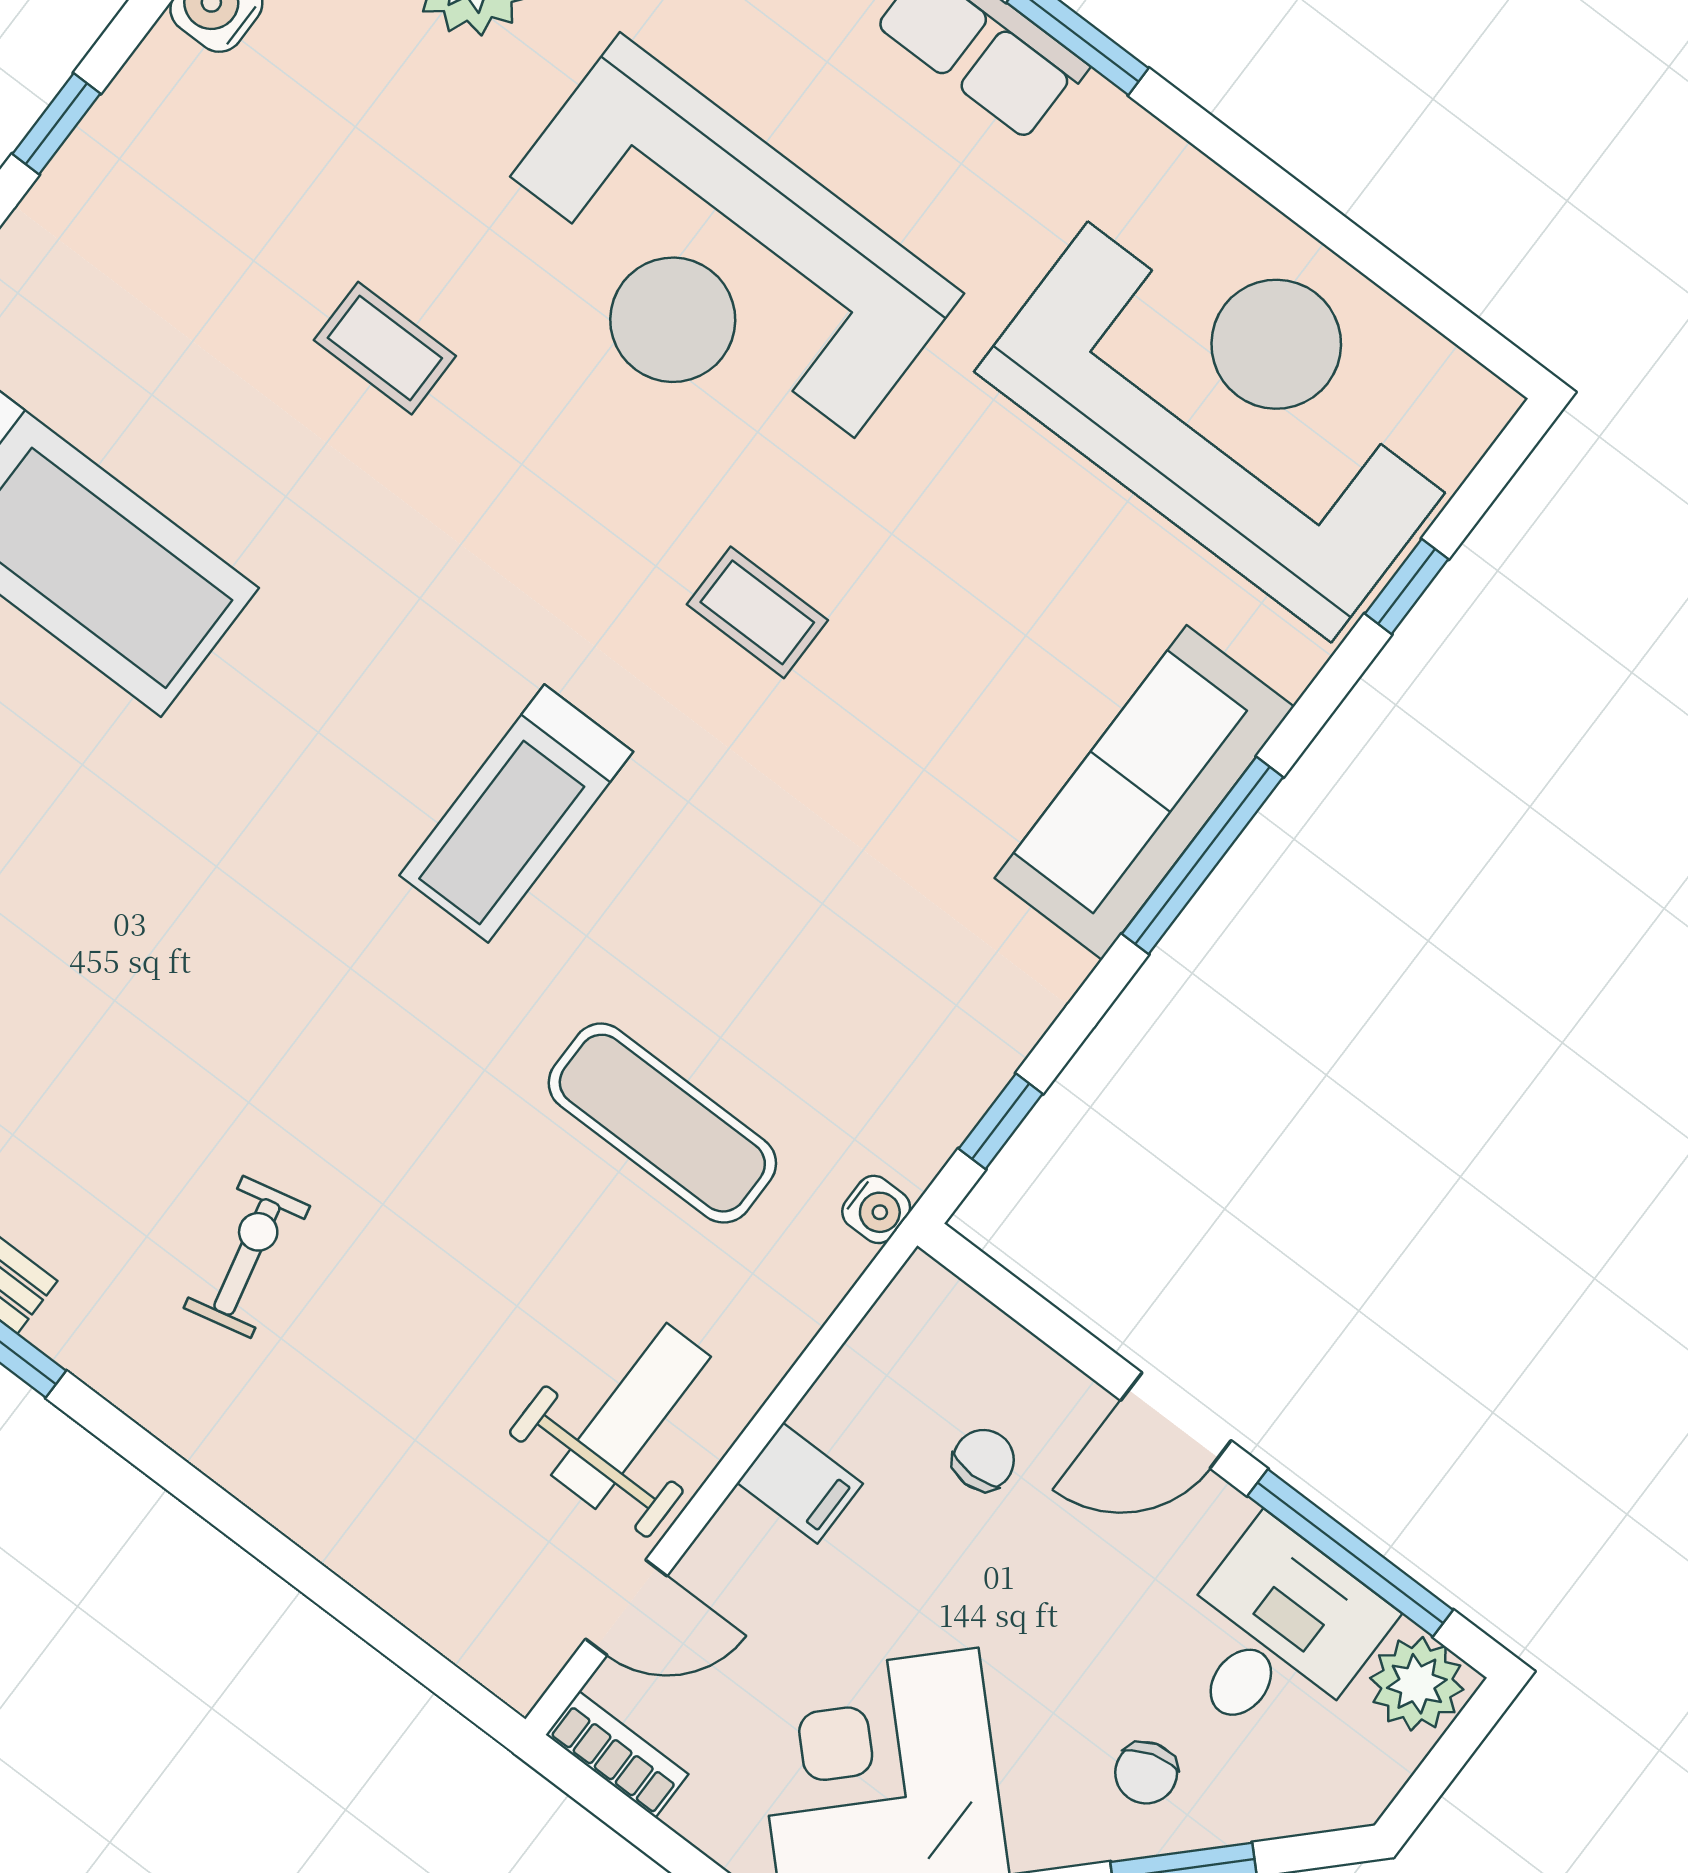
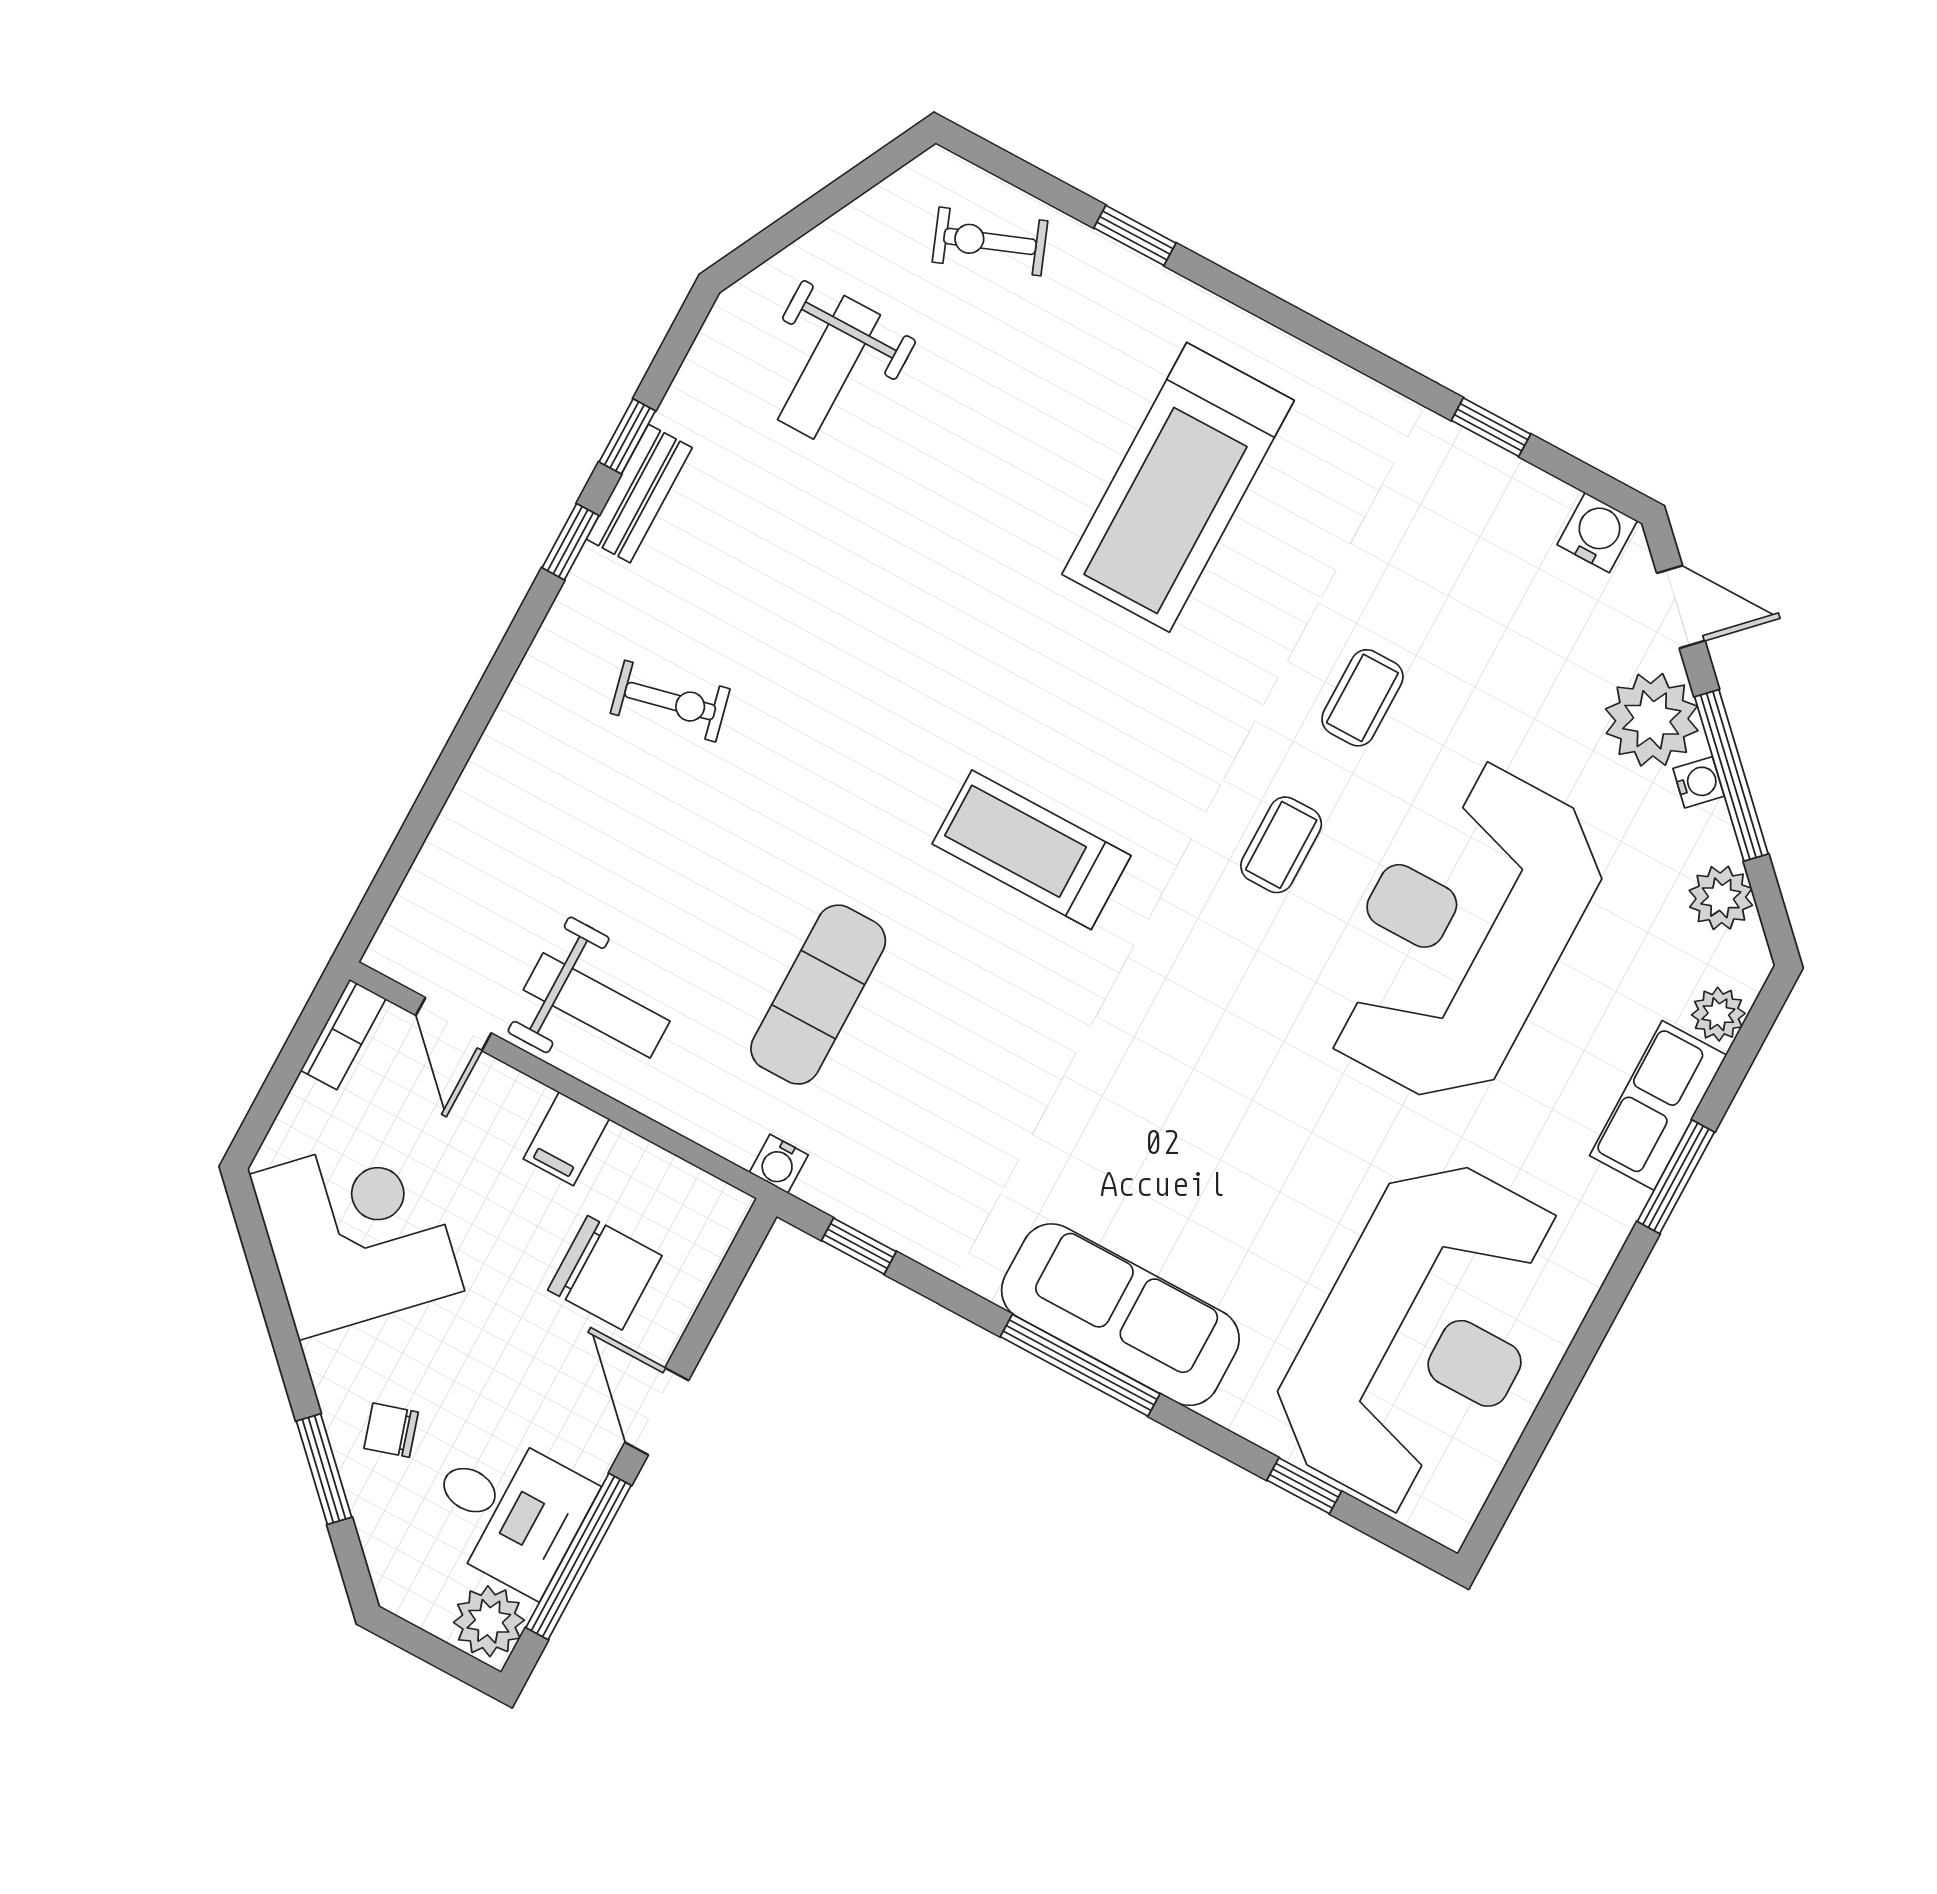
coffee table: (757, 612) -> (1281, 845), moved
chair: (984, 1460) -> (605, 1273), width x1.87, depth x1.87

